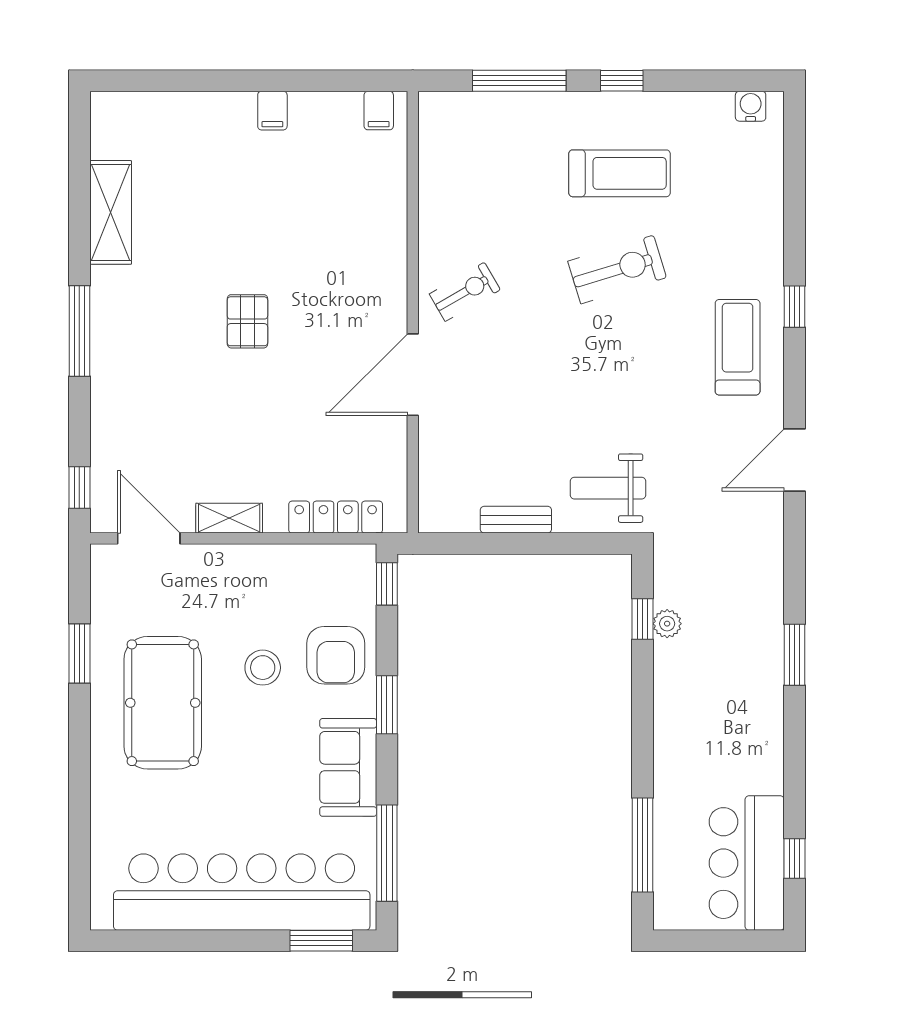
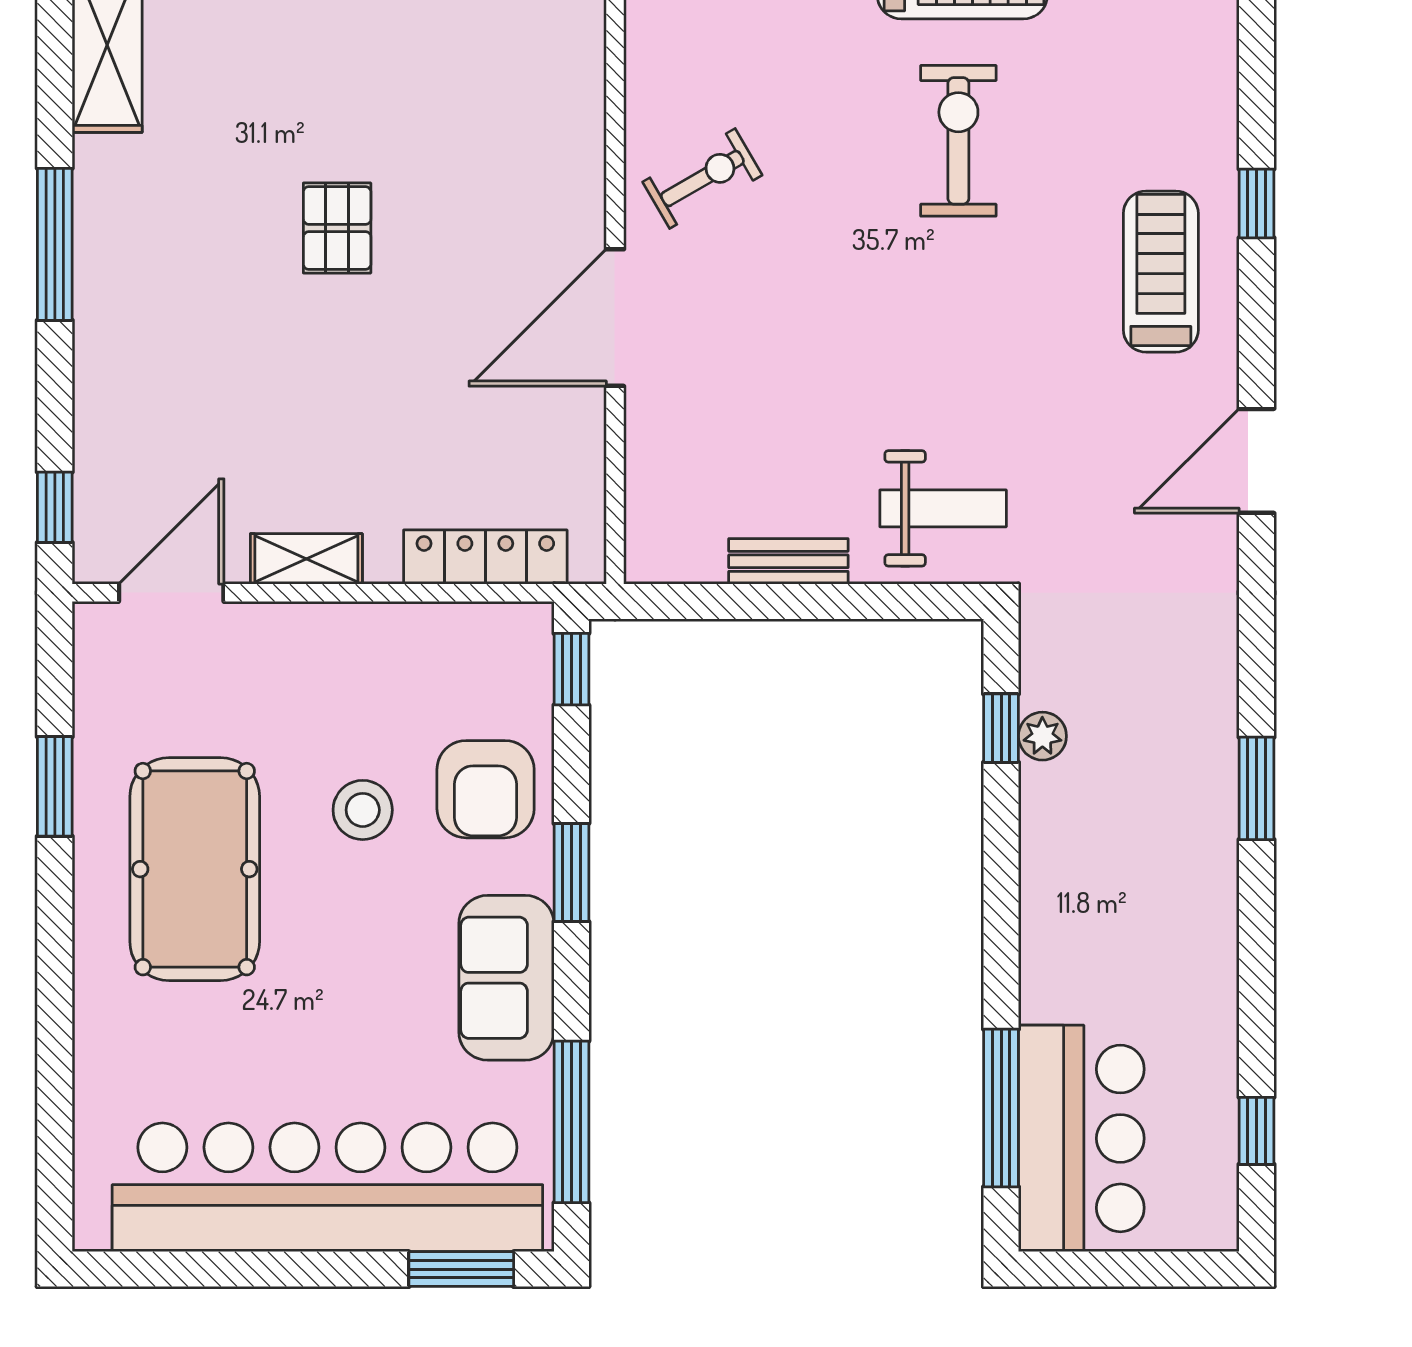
exercise bike: (617, 269) -> (958, 141), turned -73
weight bench: (608, 488) -> (943, 508), turned 180
door: (149, 538) -> (171, 593), hinge flipped
bar counter: (747, 863) -> (1081, 1138), moved, turned 180

